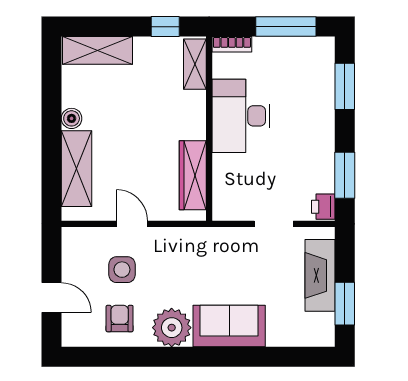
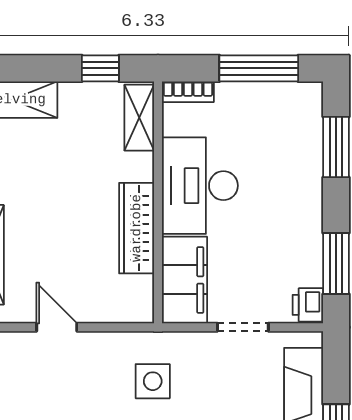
wardrobe: (193, 175) -> (137, 228), moved
filing cabinet: (229, 188) -> (185, 280), added
side table: (122, 270) -> (153, 381), moved

